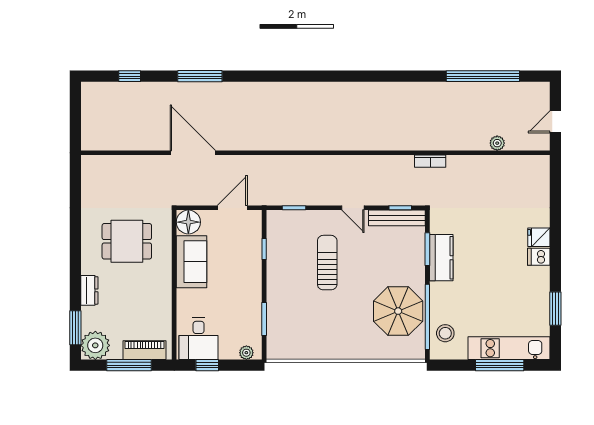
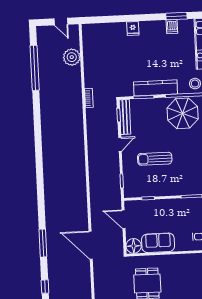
plant: (497, 143) -> (72, 57), width x1.88, depth x1.88
door: (193, 153) -> (91, 245), hinge flipped
dishwasher: (539, 257) -> (172, 27), moved
kitchen counter: (441, 258) -> (156, 88), width x1.50

